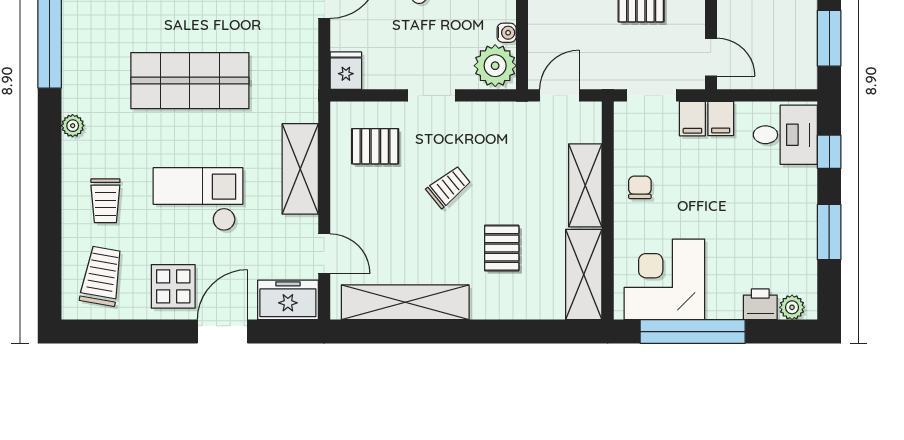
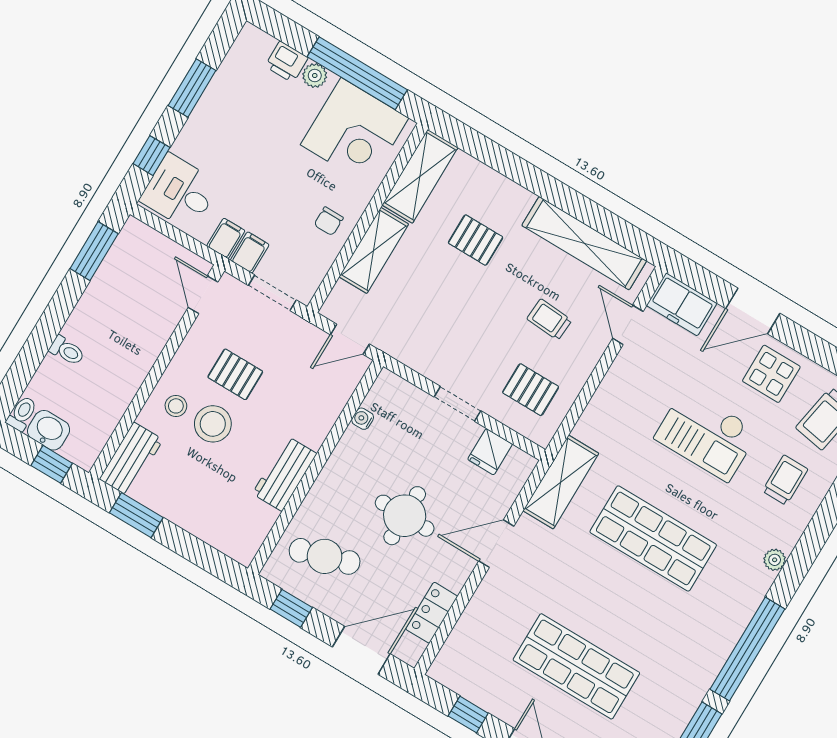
plant: (495, 66) -> (389, 397), removed
fridge: (346, 71) -> (490, 452), moved
shelving: (300, 169) -> (561, 482), moved
trolley: (449, 187) -> (549, 320), moved, turned 43
pallet: (502, 248) -> (476, 240), turned 90
plant: (792, 307) -> (315, 76), moved

